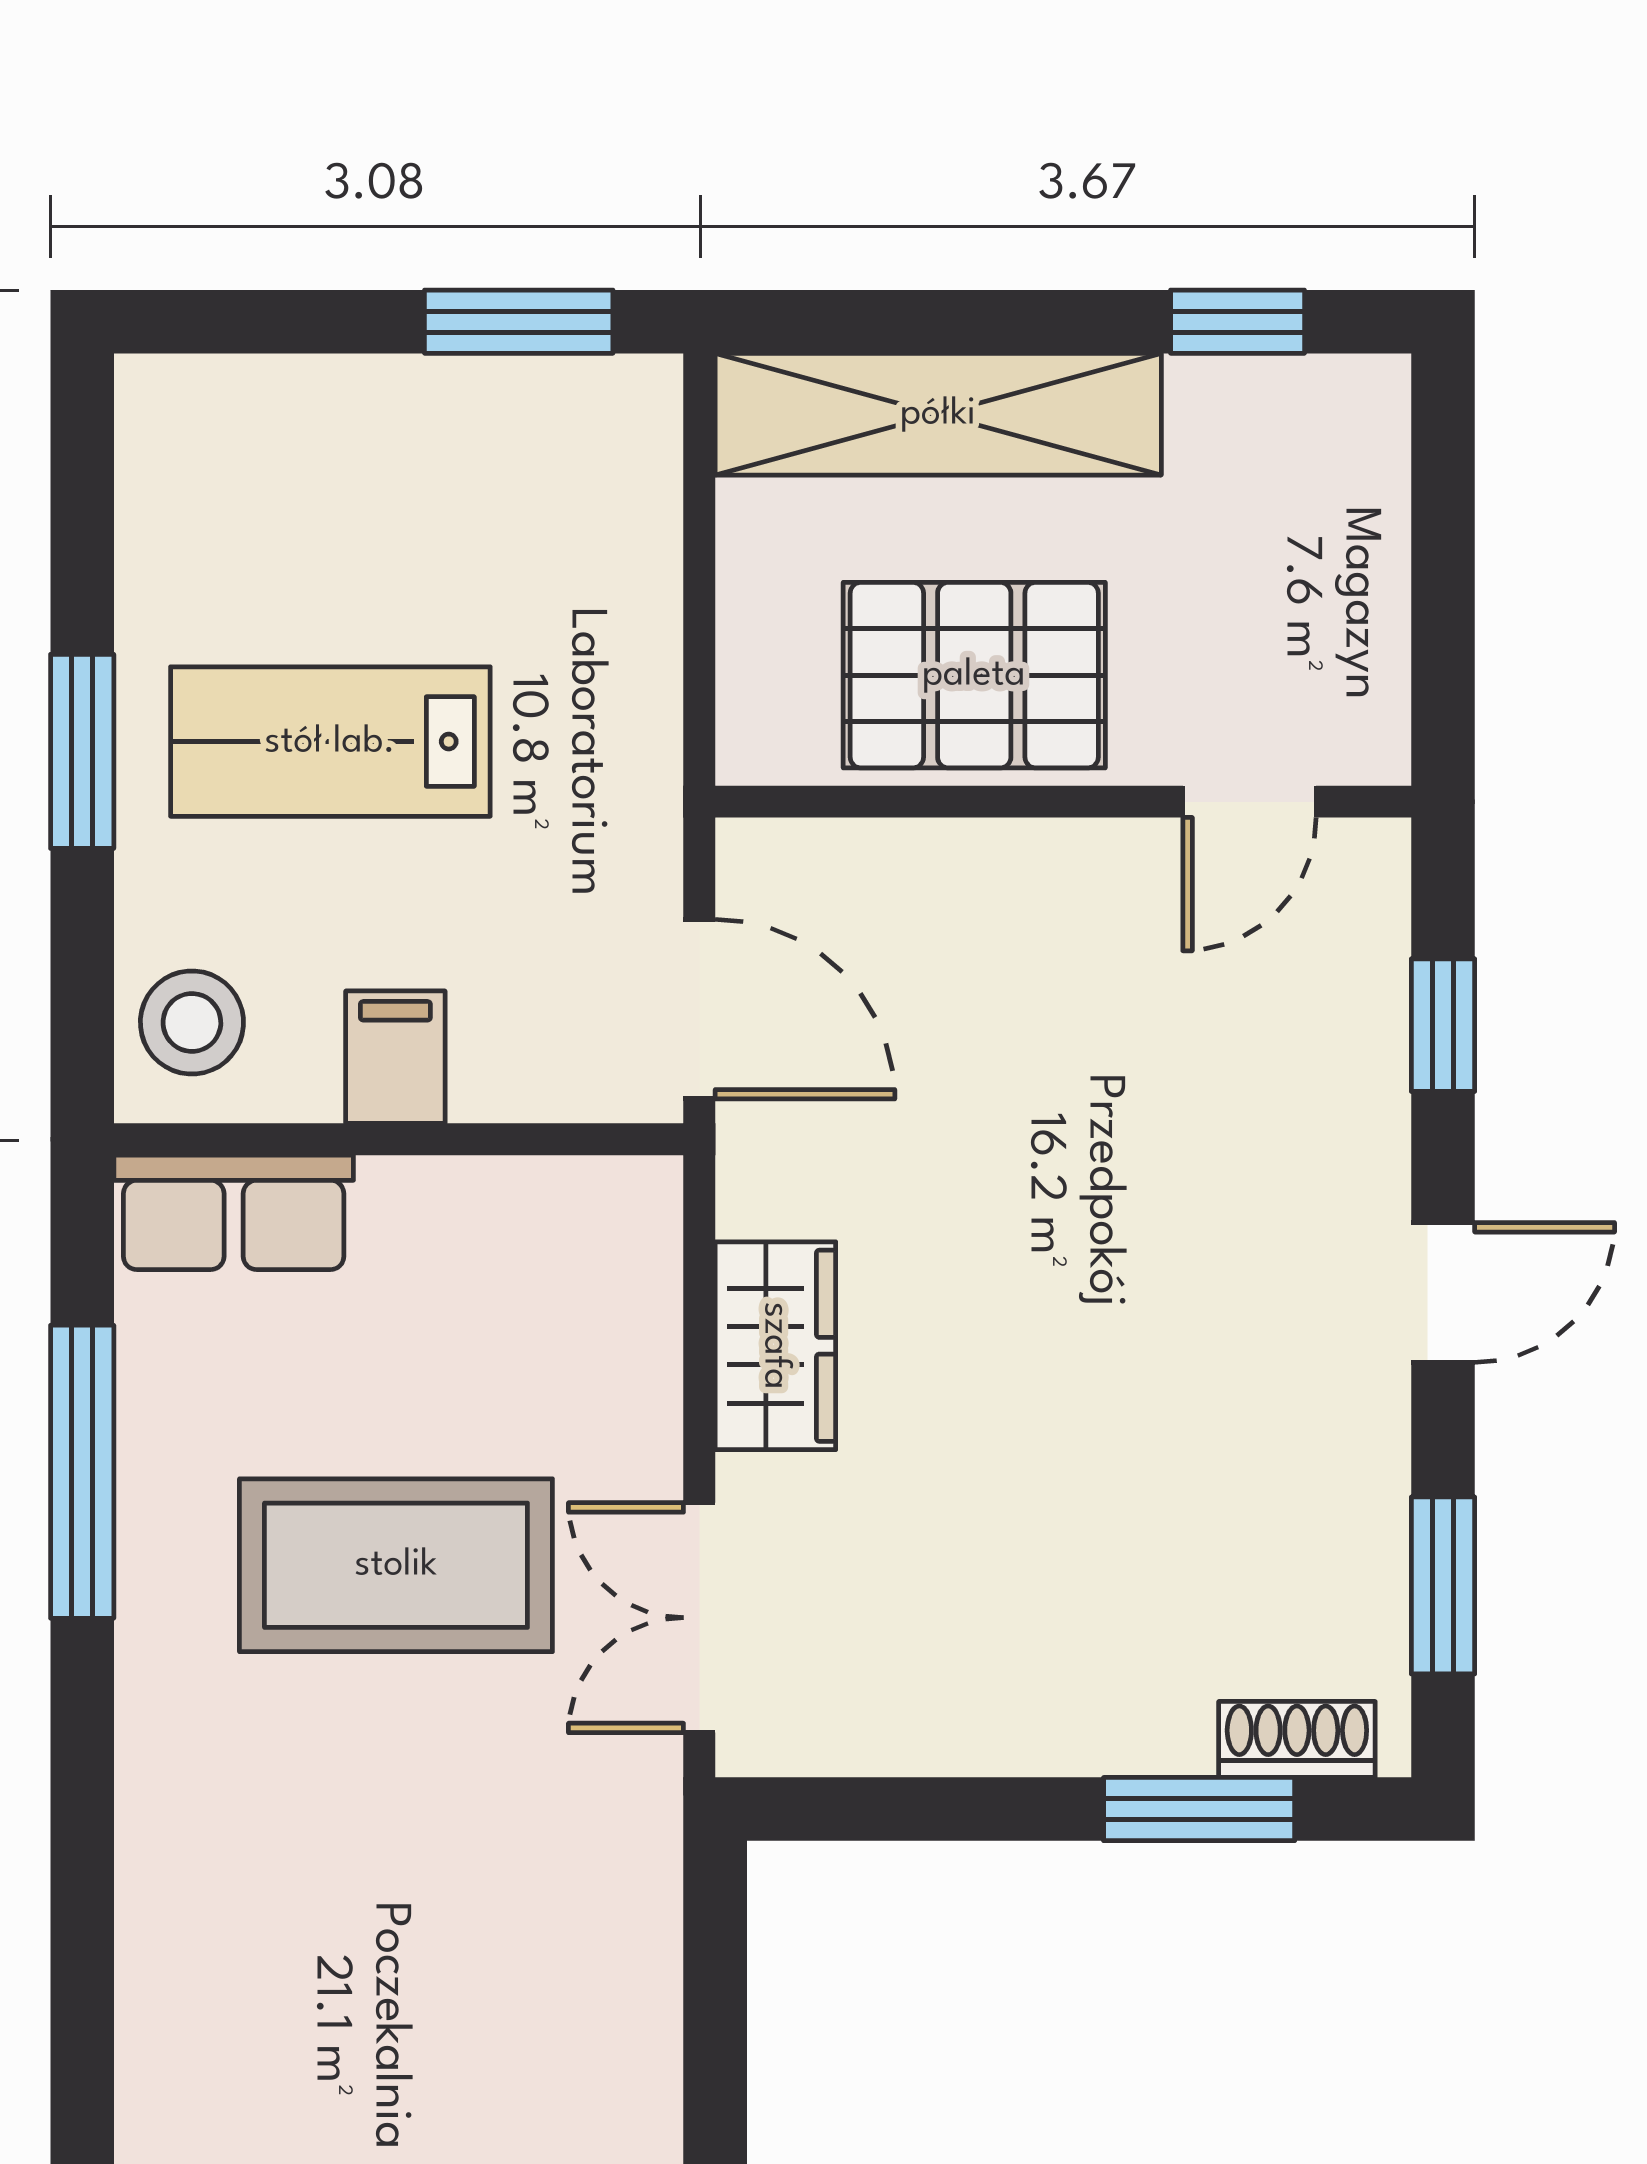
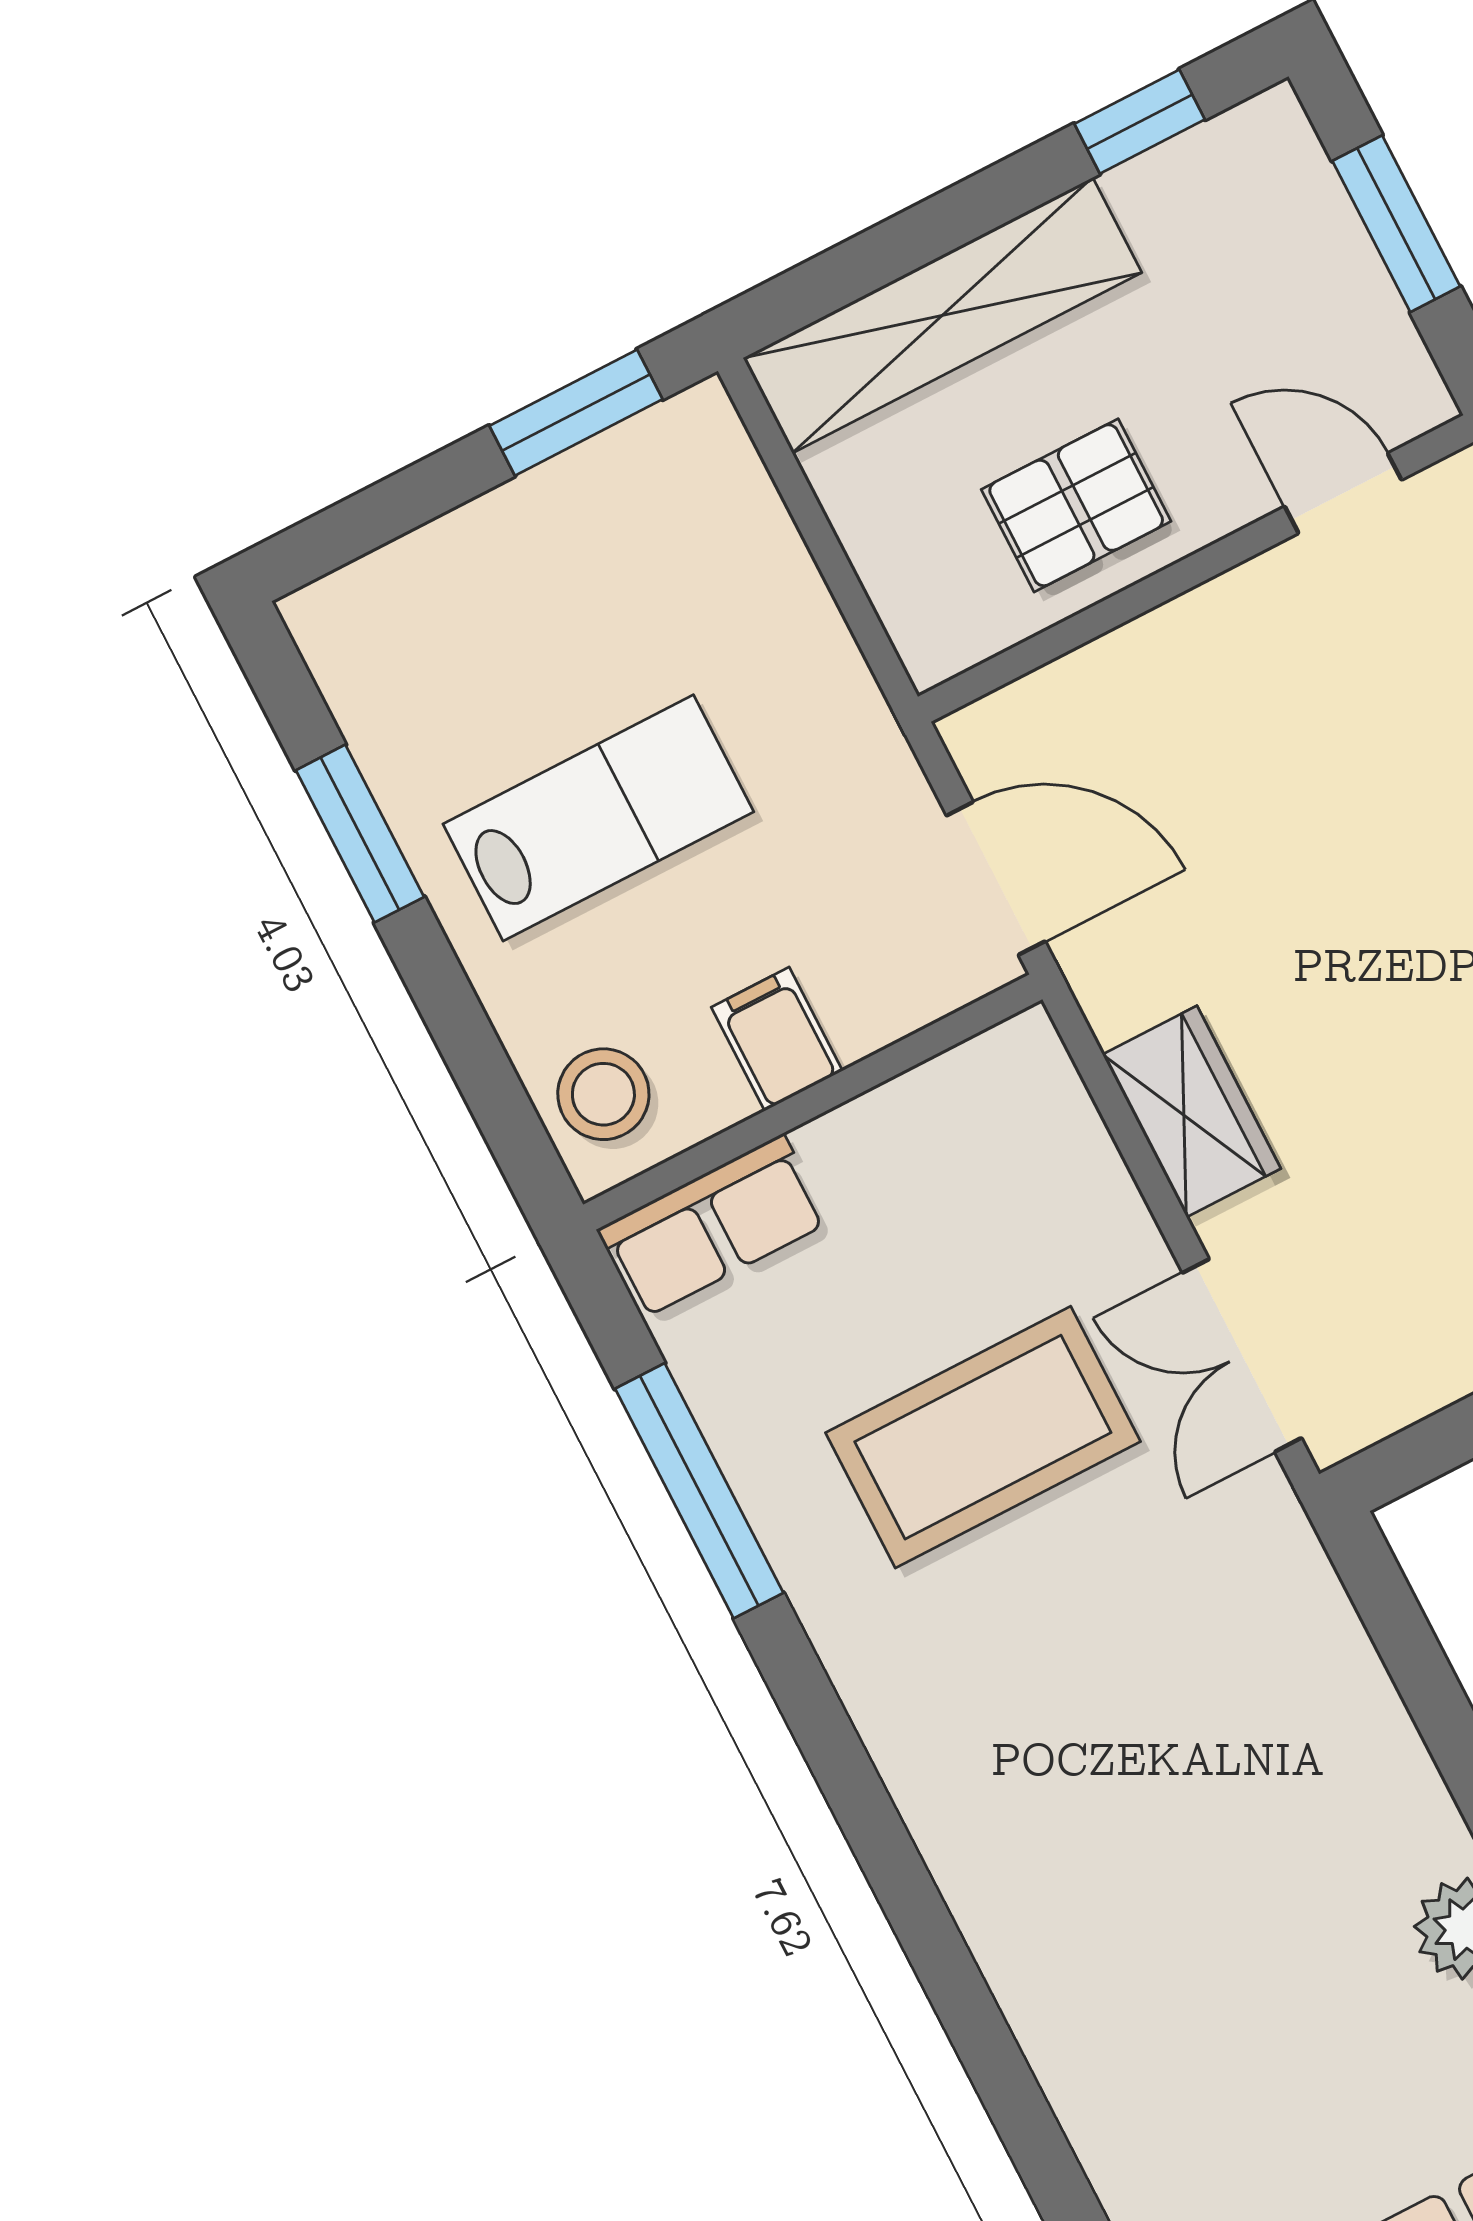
window: (1443, 558) -> (1396, 224), added
pallet: (974, 675) -> (1076, 505), width x0.67, depth x0.71
lab bench: (330, 742) -> (598, 818), turned 180
window: (82, 751) -> (360, 834), moved
door: (1249, 802) -> (1343, 493), swing flipped

